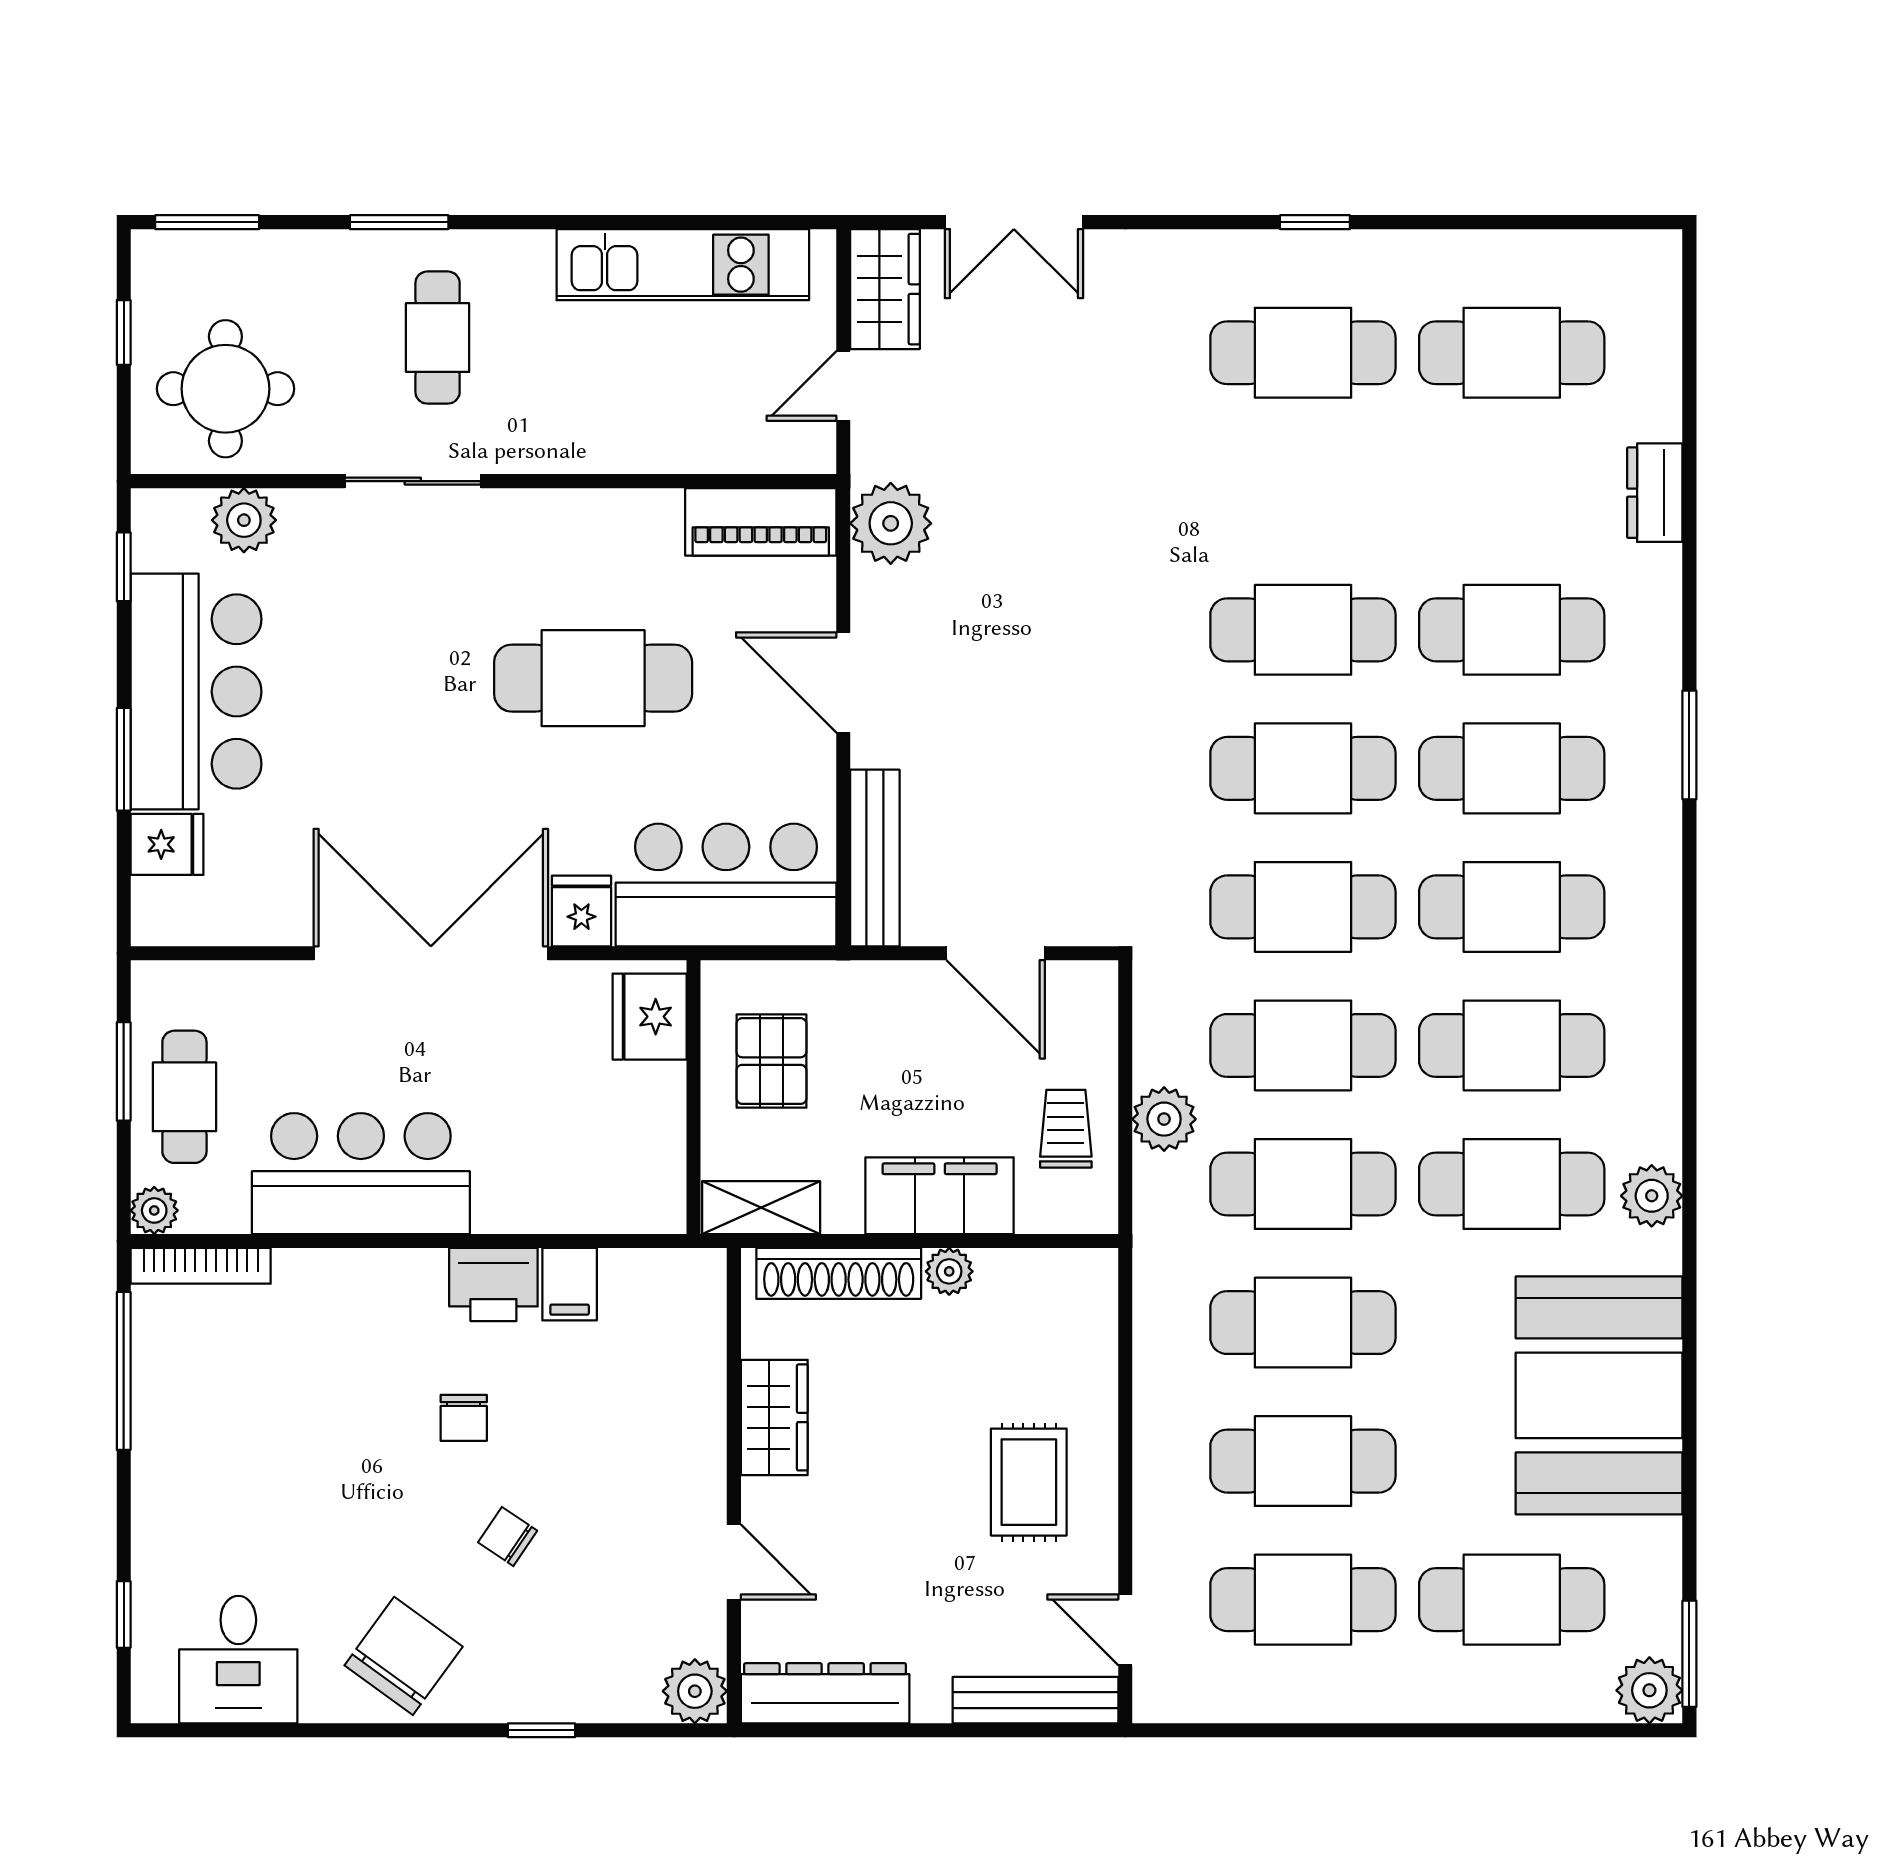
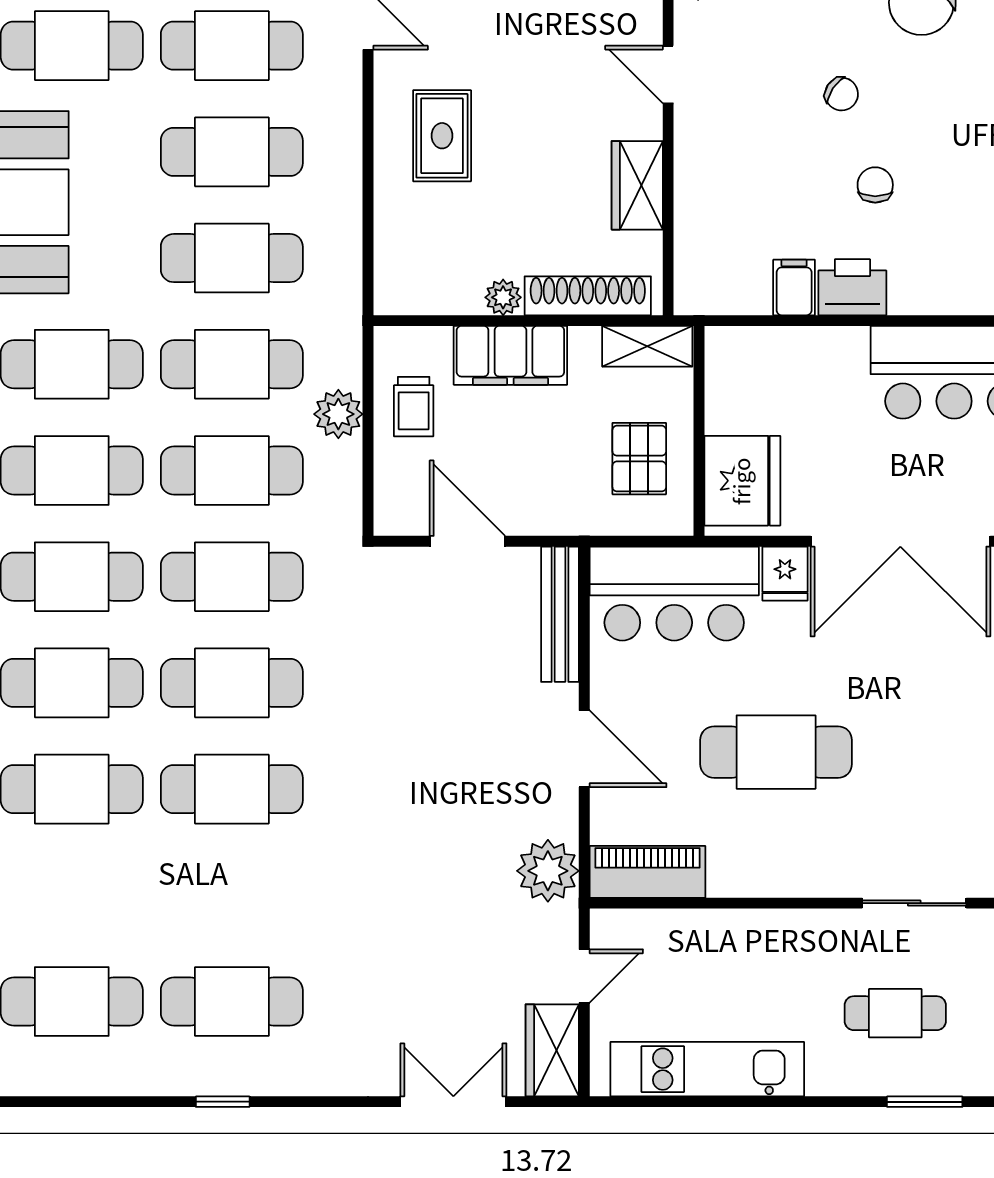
cafe table: (438, 338) -> (895, 1013), turned 90
fridge: (650, 1017) -> (742, 481), width x1.36, depth x1.34

